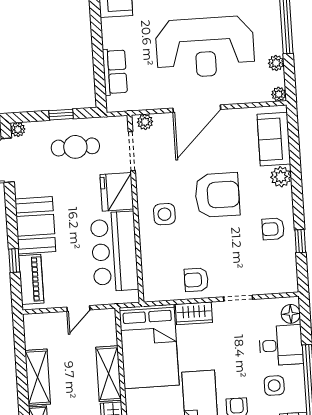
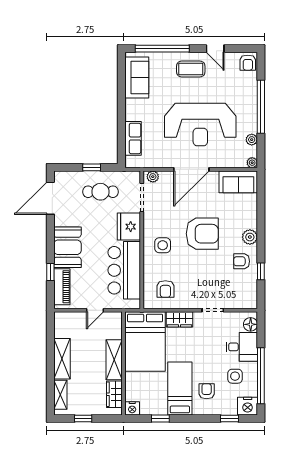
plant: (18, 129) -> (59, 176), removed
sofa: (274, 139) -> (238, 182), moved, turned -90
plant: (281, 177) -> (250, 237), moved
armchair: (196, 280) -> (165, 289), moved, turned -90

